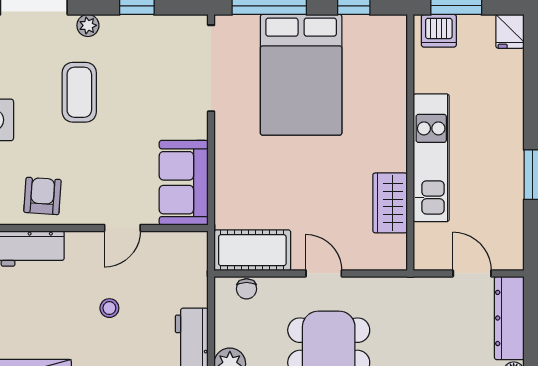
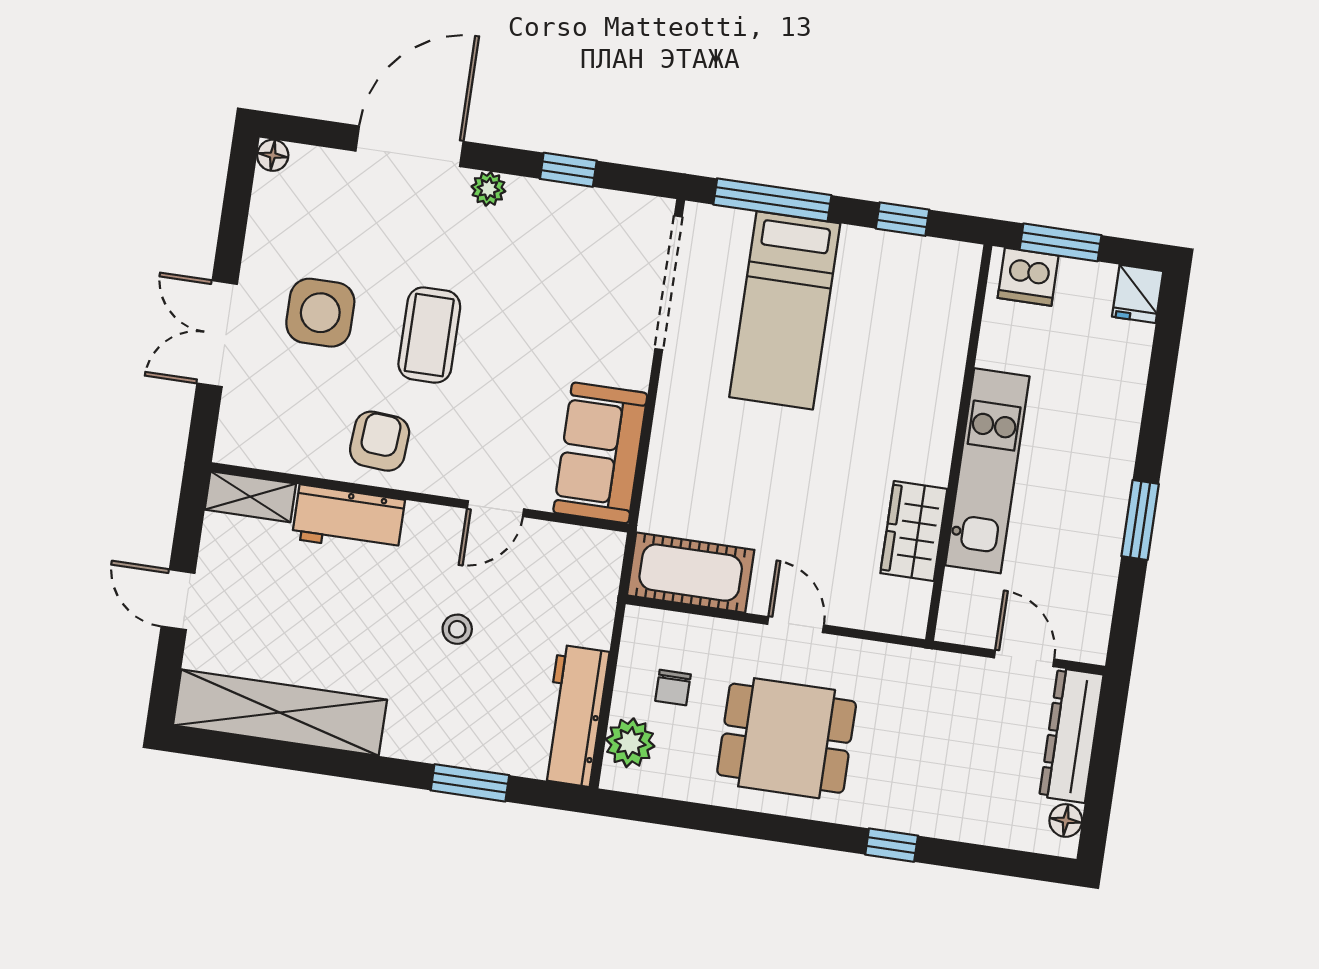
bed: (301, 75) -> (785, 310), width x0.67
coffee table: (79, 92) -> (429, 335), moved
chair: (247, 289) -> (673, 688), moved

